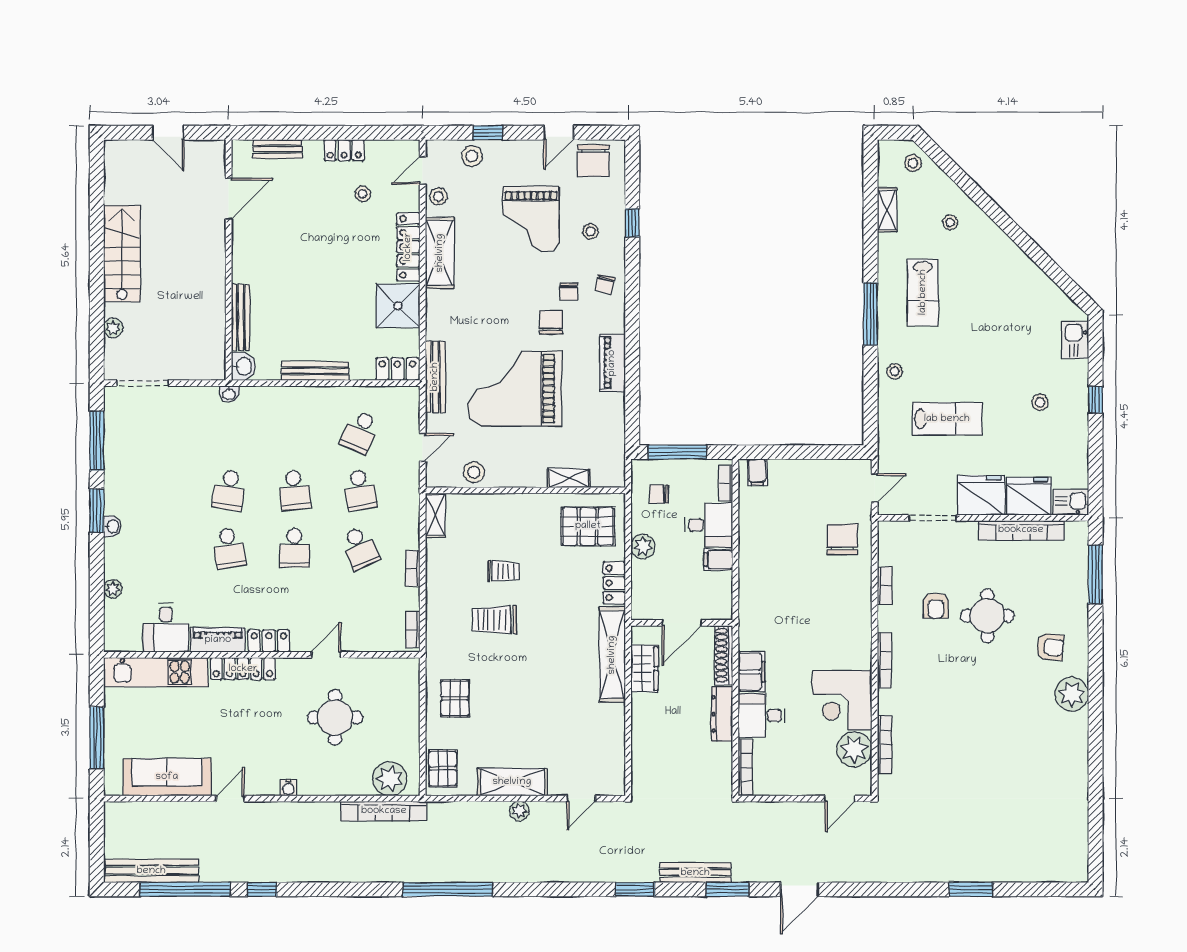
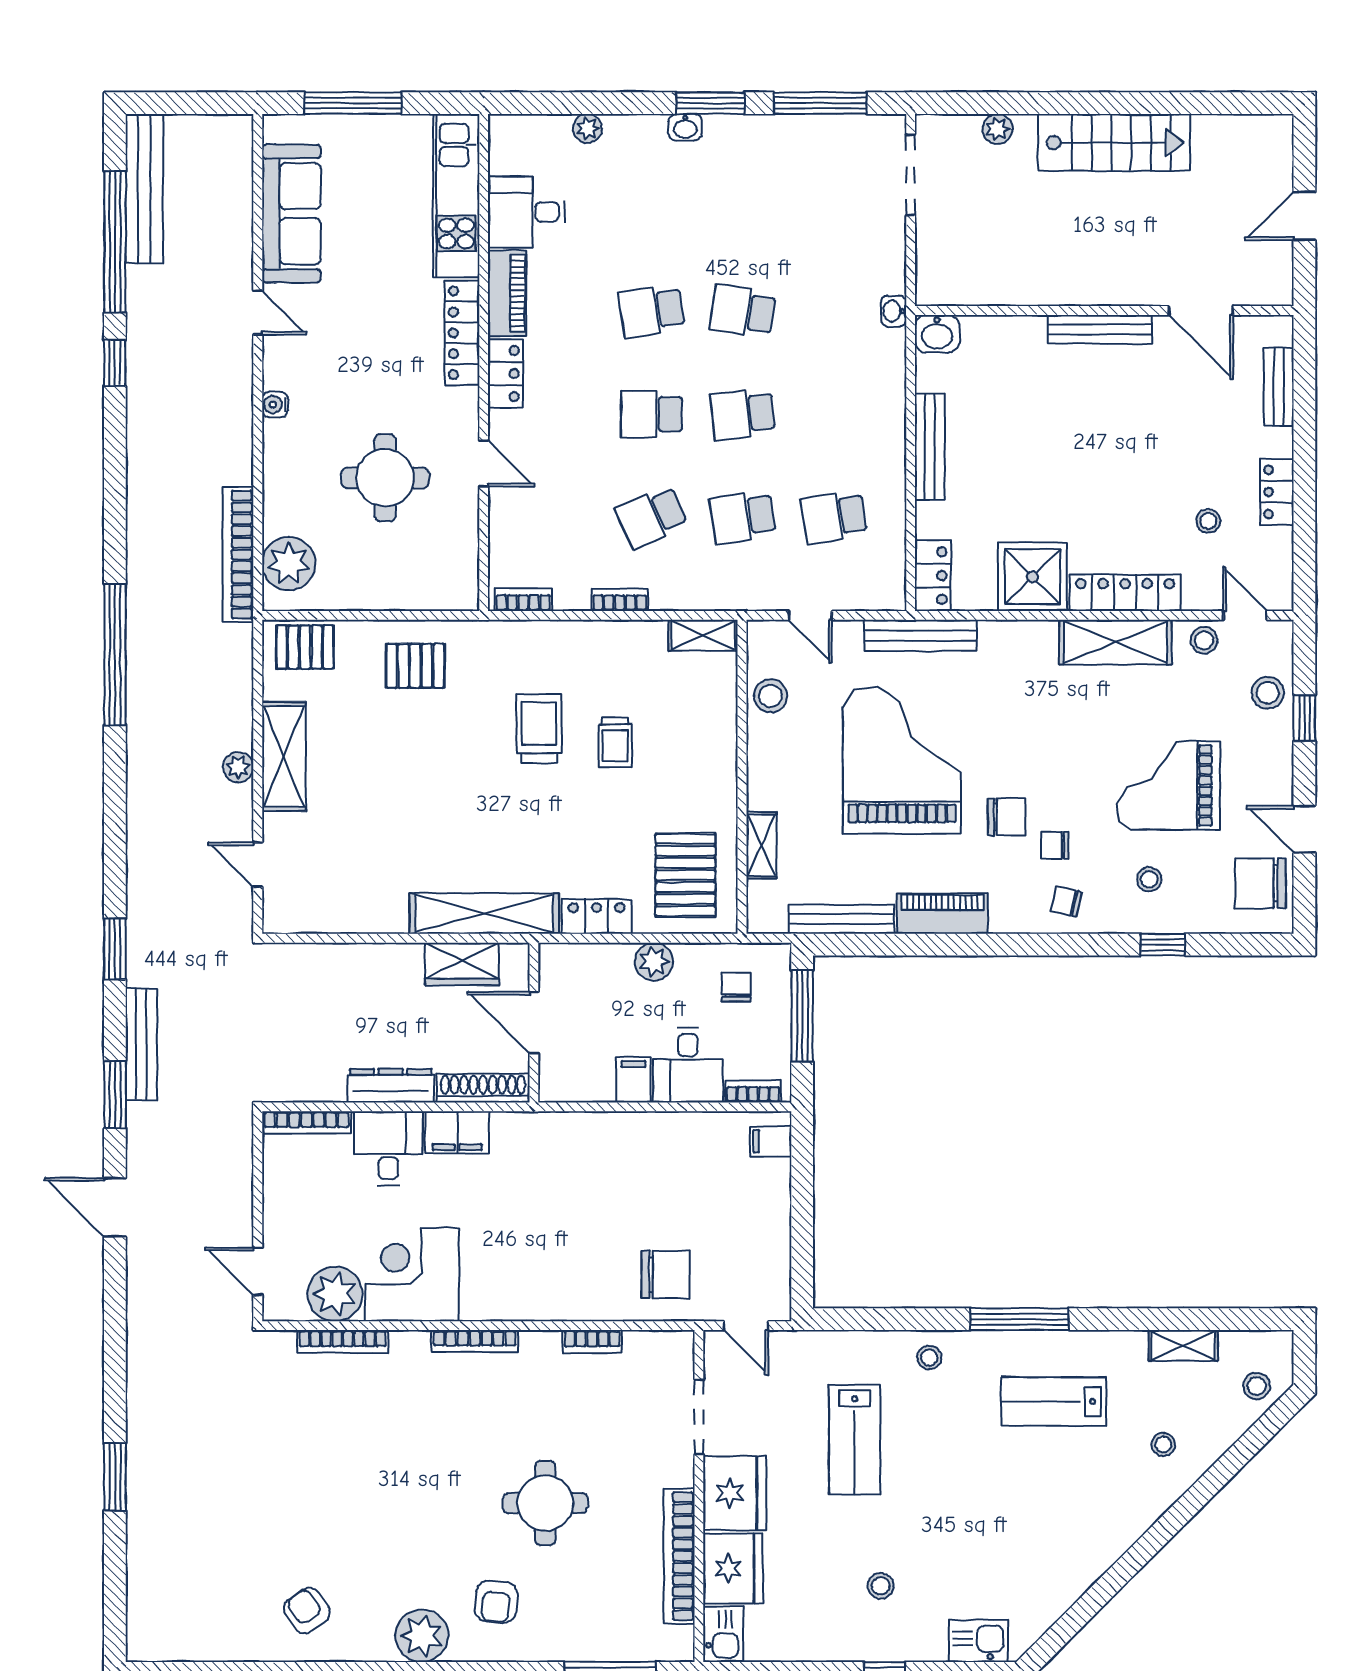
bench: (241, 317) -> (1100, 329), moved
bench: (616, 427) -> (842, 919), added
school desk: (360, 432) -> (834, 517), turned -33
armchair: (936, 606) -> (307, 1610), moved, turned 55

